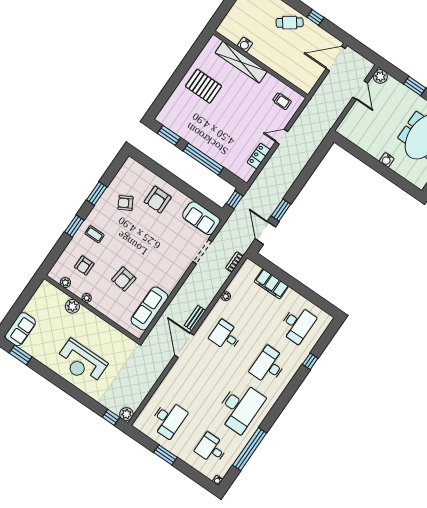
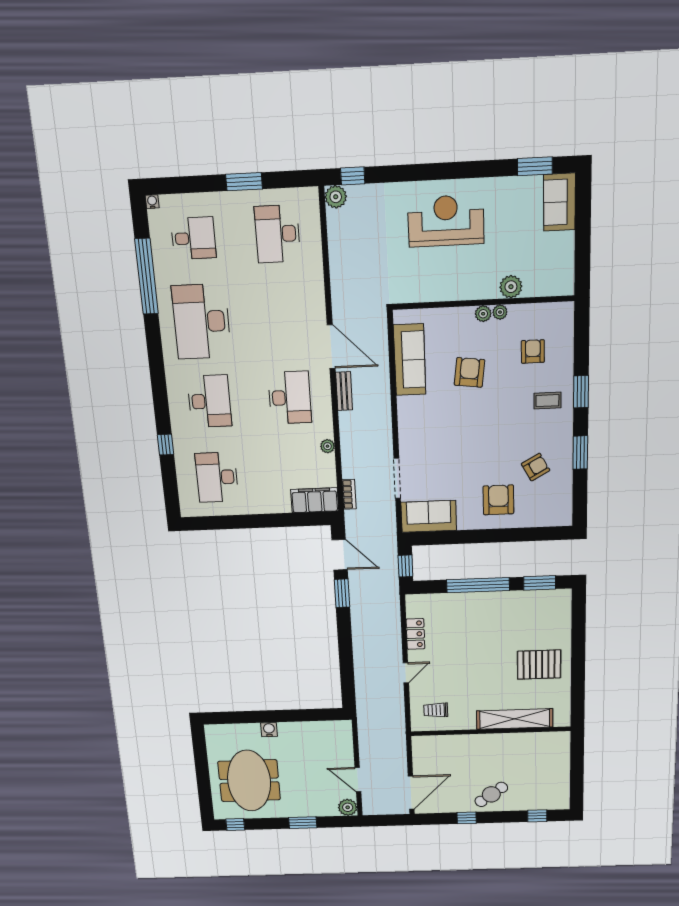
water cooler: (245, 45) -> (525, 740), removed
plant: (65, 283) -> (483, 314), moved
filing cabinet: (271, 284) -> (315, 500), moved
desk: (226, 336) -> (290, 398), width x1.37

